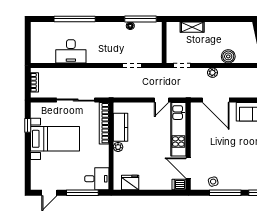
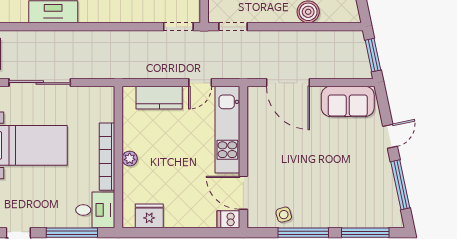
doorway: (132, 66) -> (178, 27), moved
plant: (213, 73) -> (283, 38), removed
sliding door: (76, 100) -> (40, 83), moved
bookcase: (104, 123) -> (107, 157), moved
kitchen counter: (121, 127) -> (159, 98), moved, turned 90

